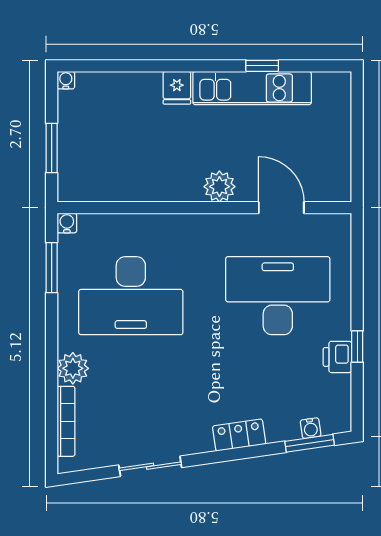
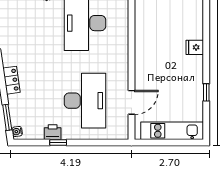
kitchen unit: (252, 88) -> (172, 131), moved, turned 90
plant: (219, 187) -> (143, 70), removed
water cooler: (311, 428) -> (17, 131), moved

